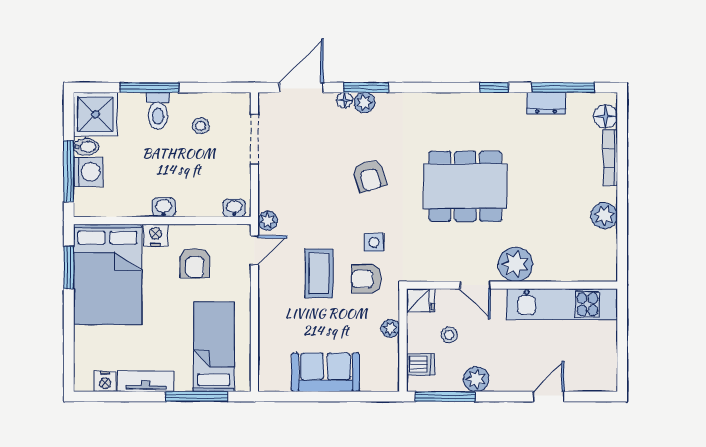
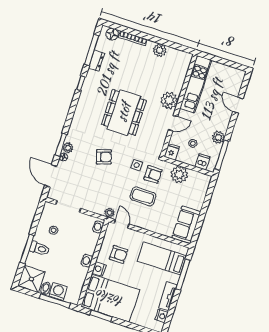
armchair: (367, 279) -> (153, 174), turned -90
plant: (390, 328) -> (179, 175), width x1.87, depth x1.87
sofa: (325, 372) -> (186, 225), moved

